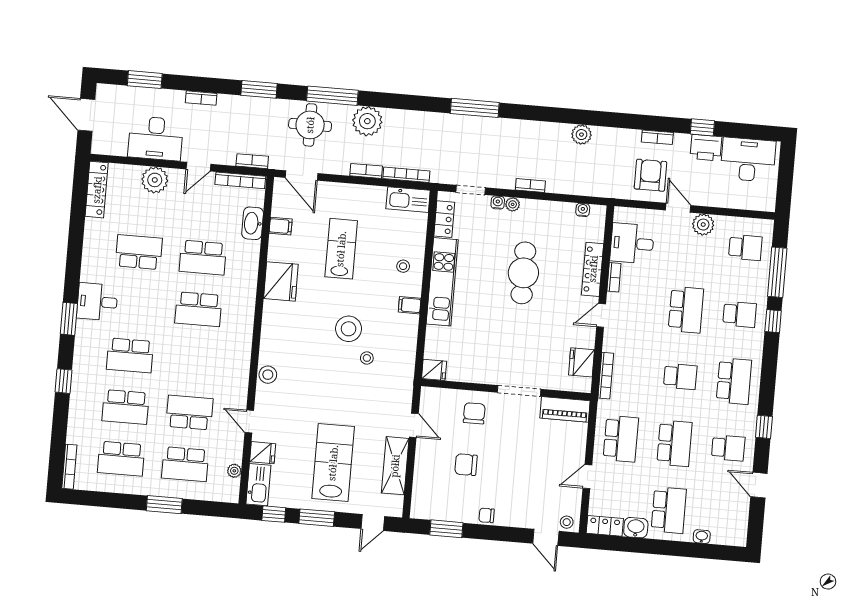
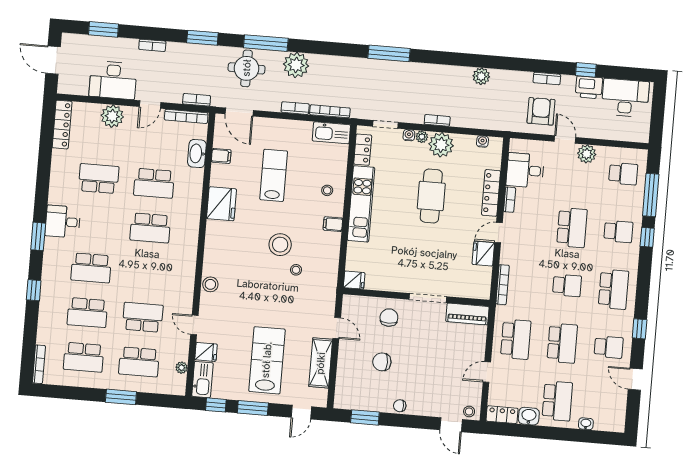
plant: (535, 214) -> (441, 145), added
fridge: (582, 362) -> (483, 254), moved

